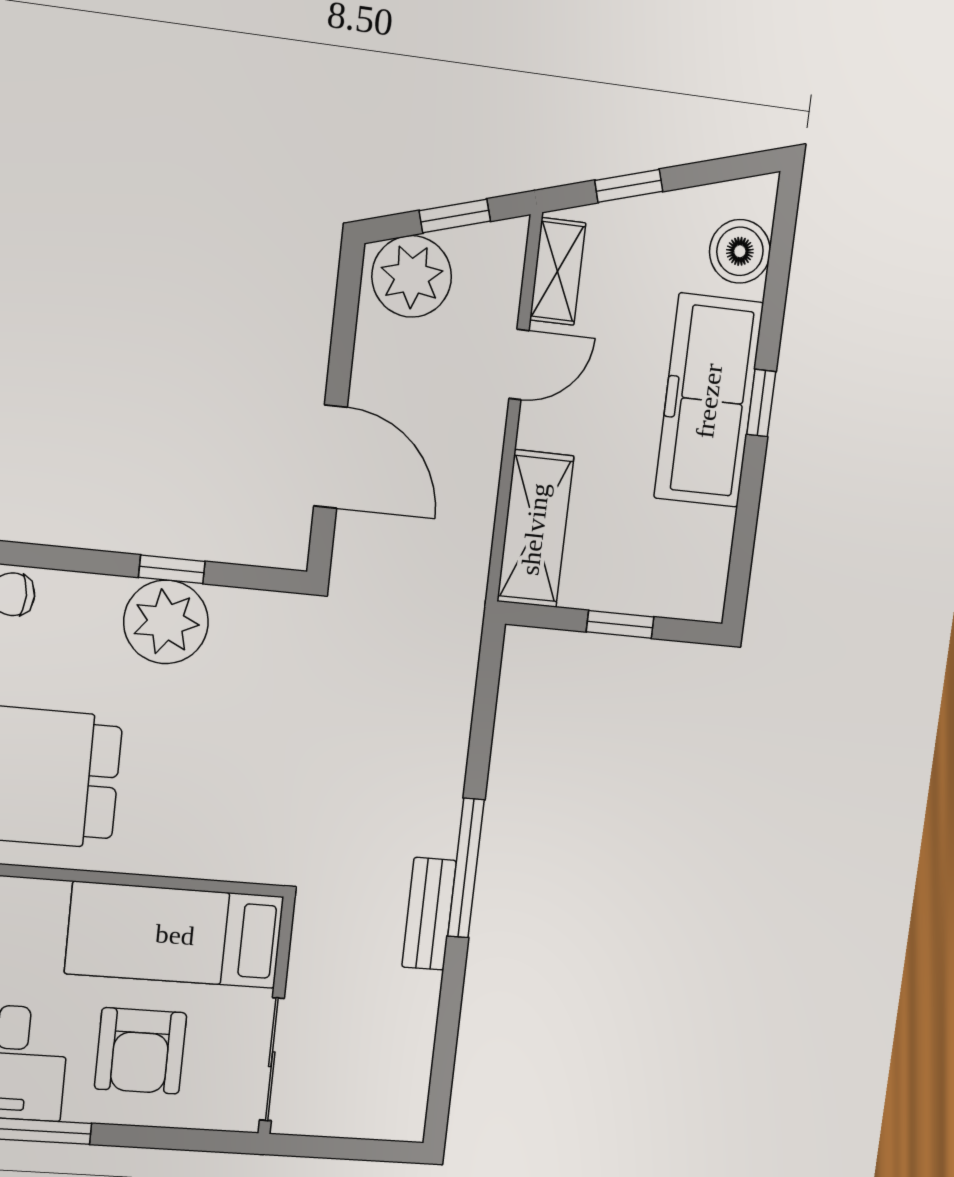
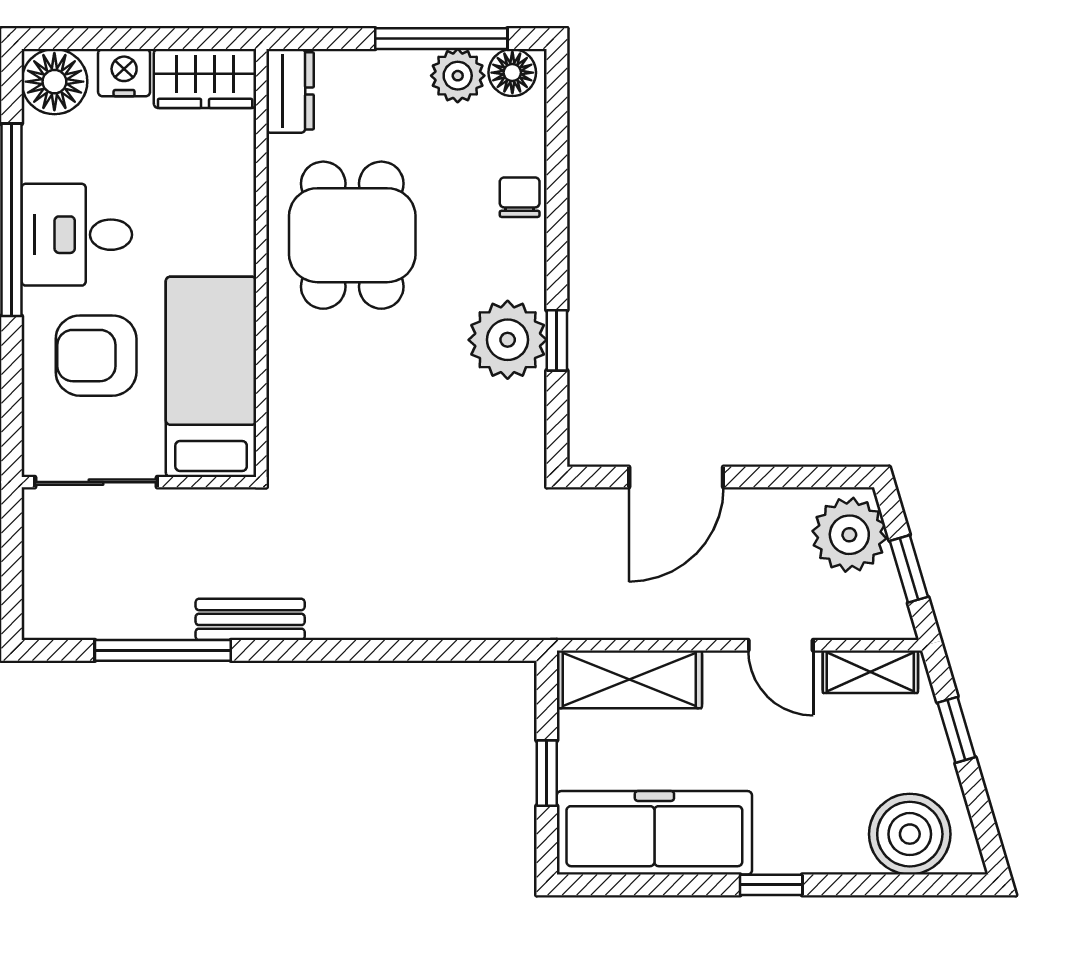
boiler: (740, 251) -> (910, 834), width x1.37, depth x1.37
freezer: (709, 401) -> (654, 833), moved
window: (466, 868) -> (163, 650), moved

